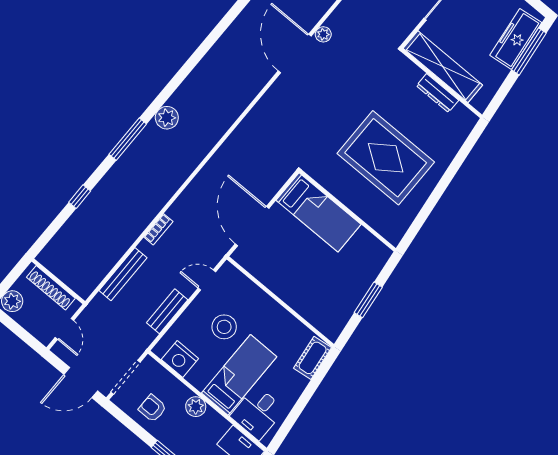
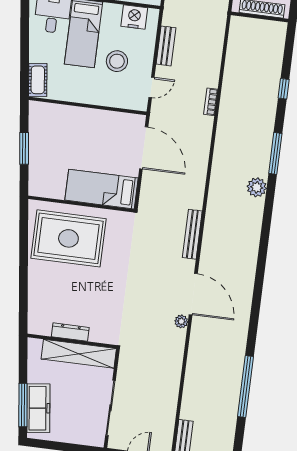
rug: (386, 158) -> (68, 238), moved
bench: (123, 274) -> (192, 234), moved

